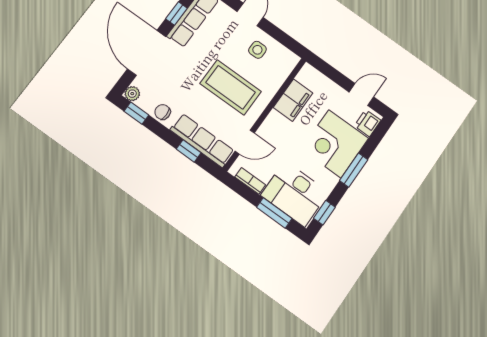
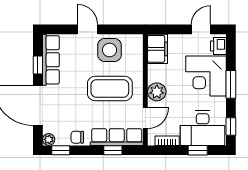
side table: (257, 50) -> (110, 50), width x1.87, depth x1.87
filing cabinet: (293, 100) -> (158, 49), moved
plant: (275, 124) -> (157, 92), added
window: (274, 213) -> (198, 150), width x0.67

